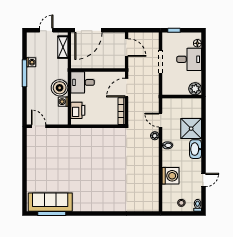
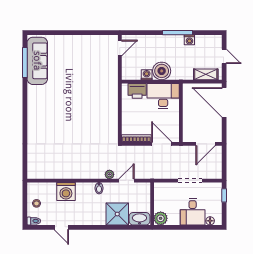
desk: (83, 82) -> (163, 96), width x1.37
washbasin: (196, 149) -> (139, 219), moved

